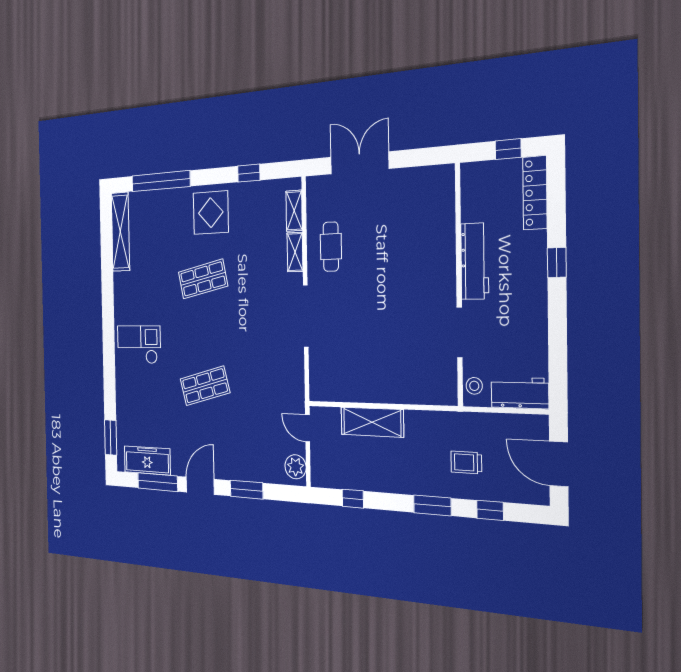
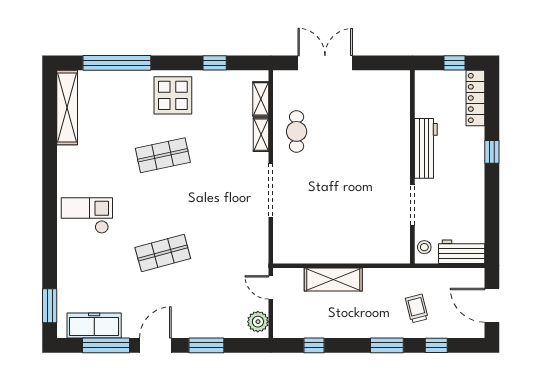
trolley: (466, 462) -> (417, 309), turned 76

